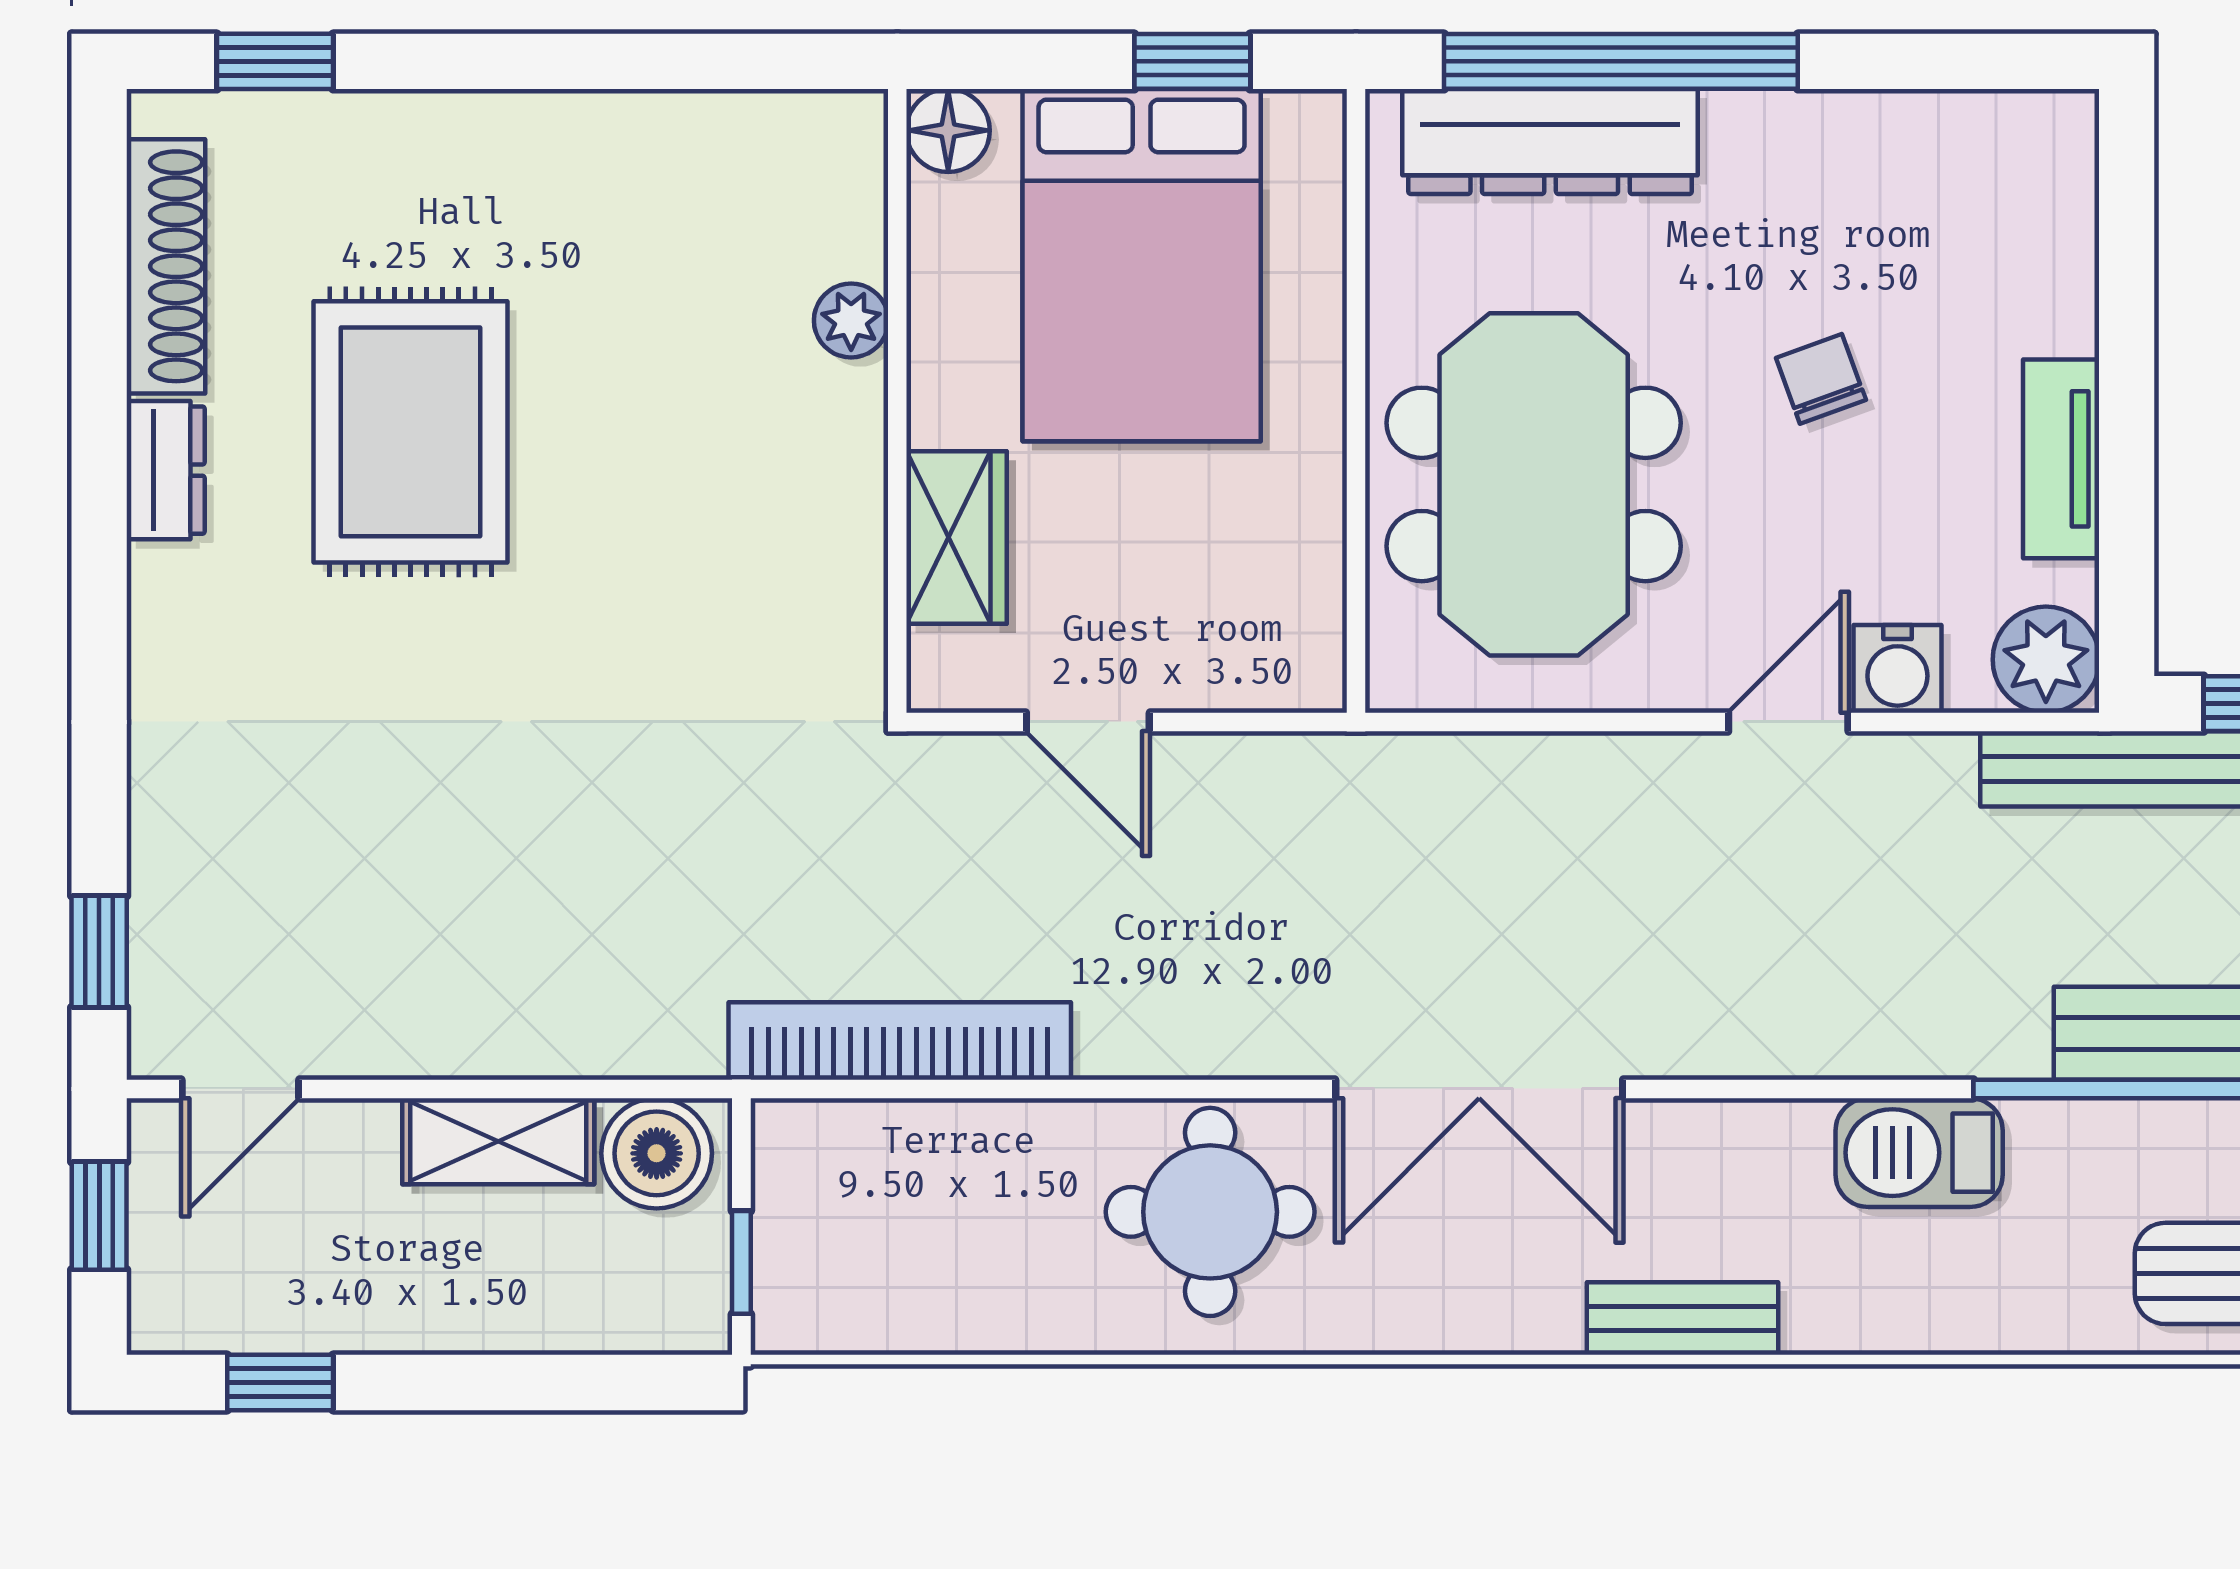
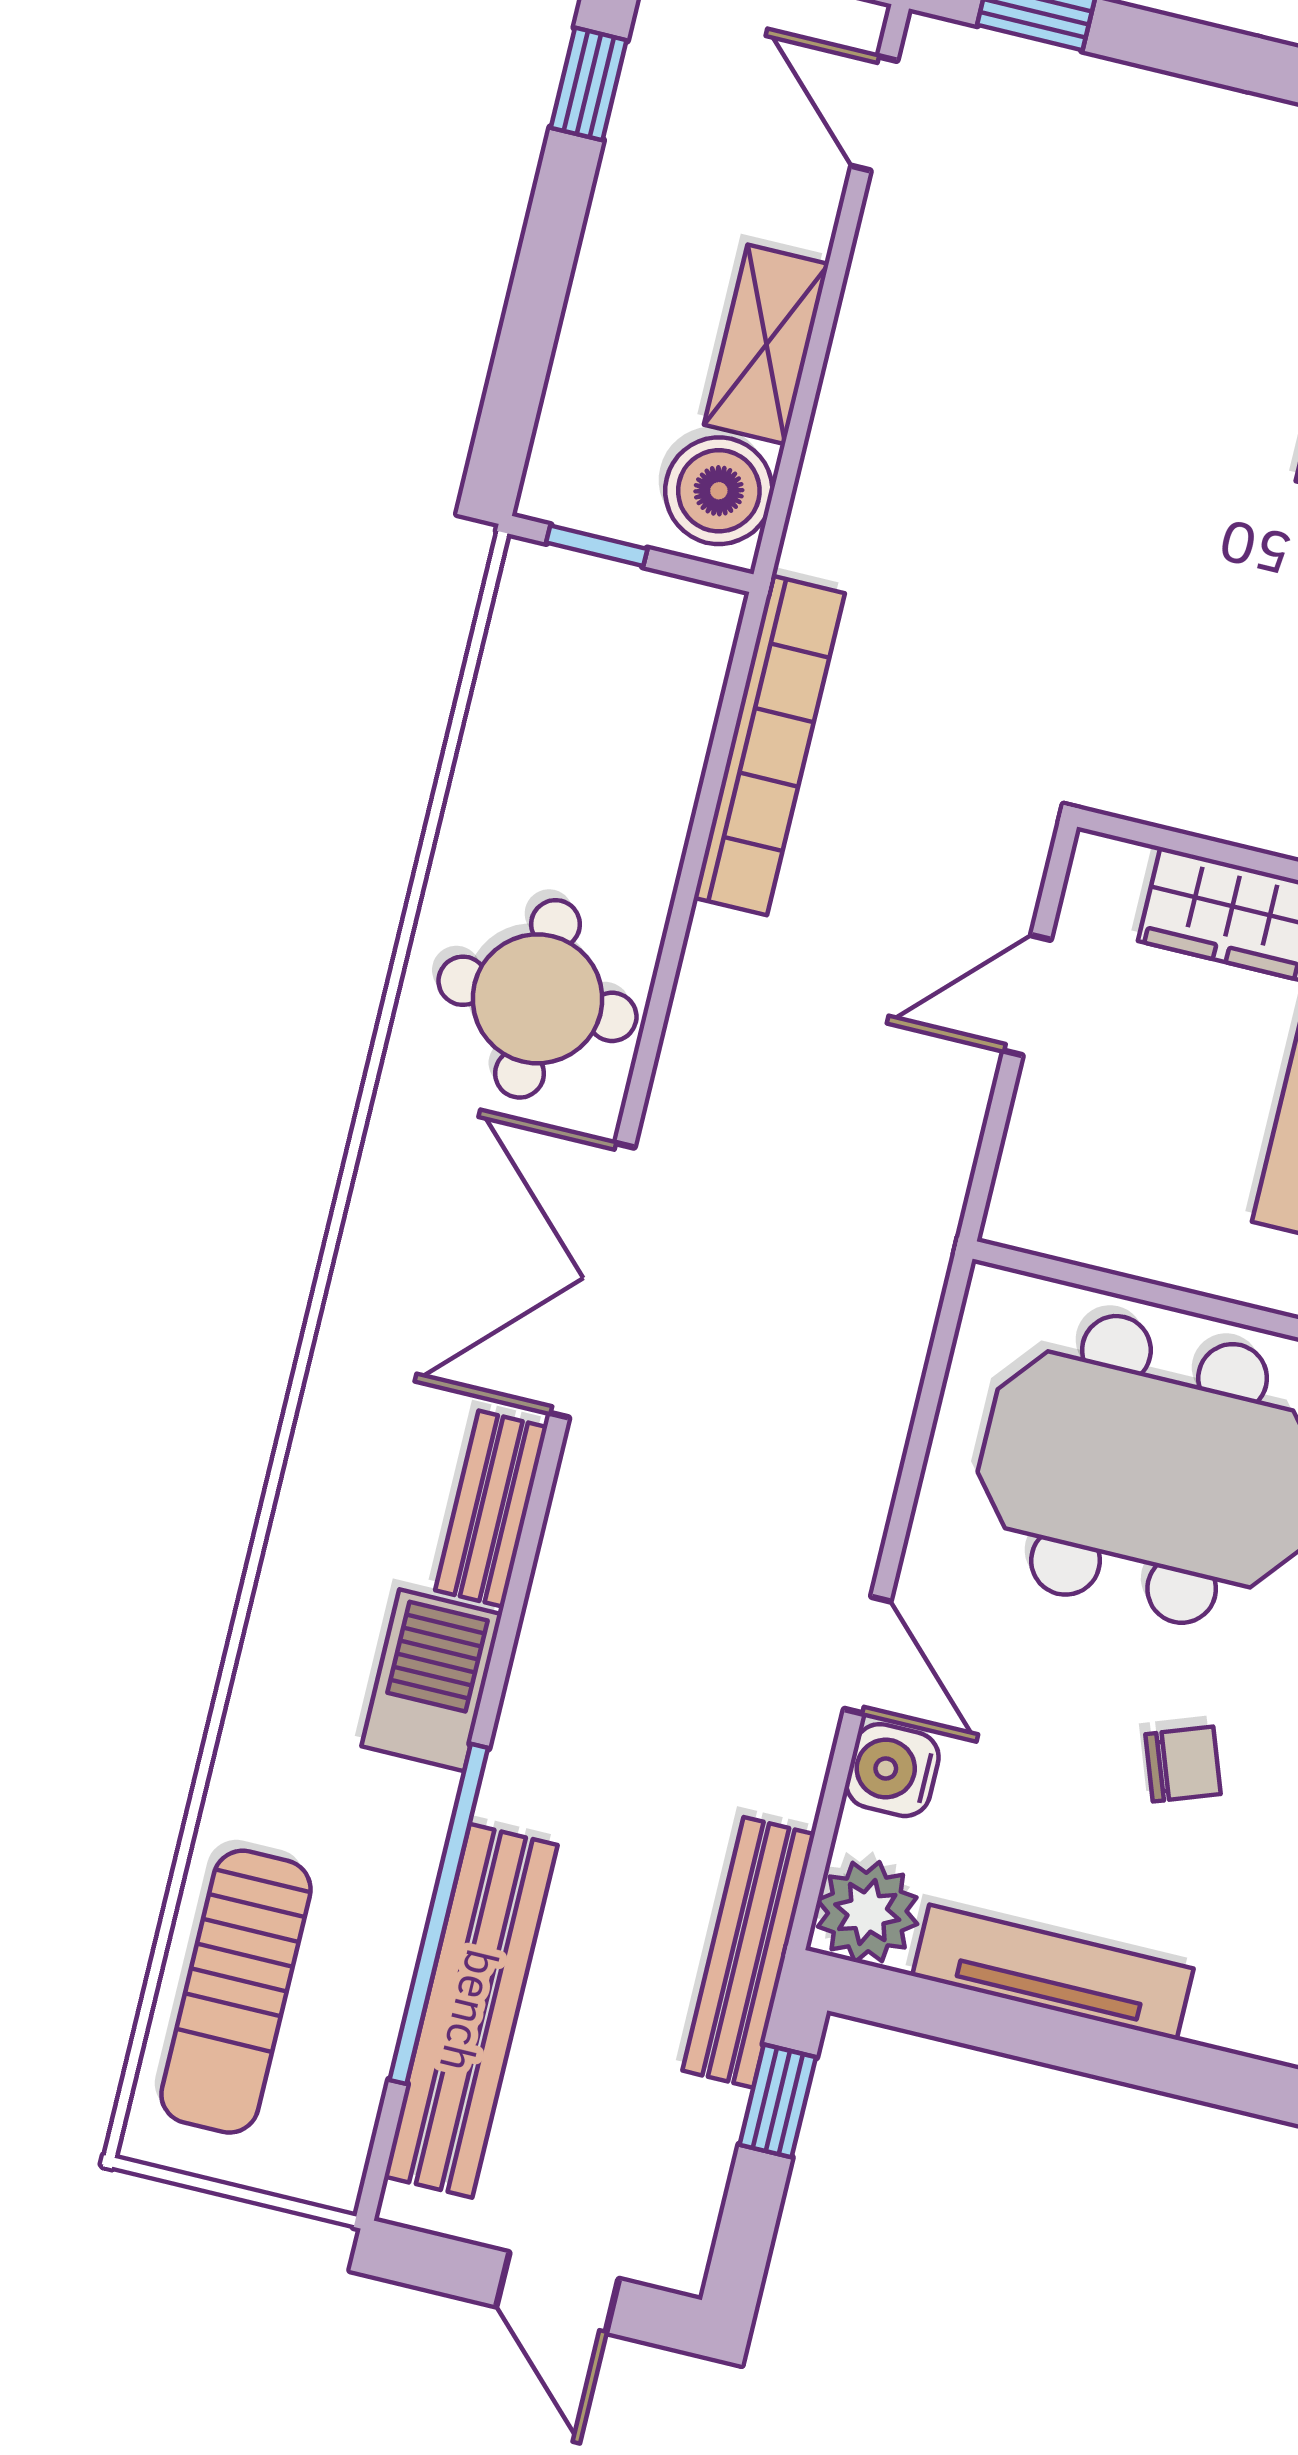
tv unit: (2061, 459) -> (1053, 1972), width x1.41
bench: (1682, 1319) -> (491, 1509), moved

